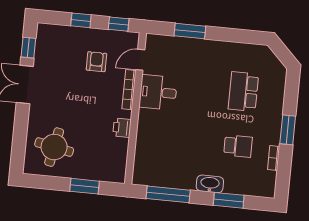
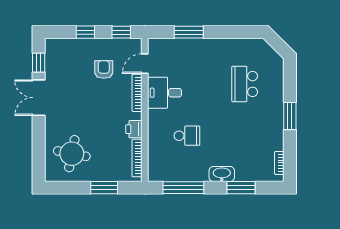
school desk: (238, 146) -> (187, 136), moved
bookcase: (122, 158) -> (137, 158), added
bookcase: (274, 158) -> (279, 163), moved

